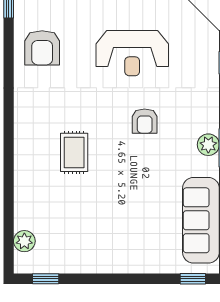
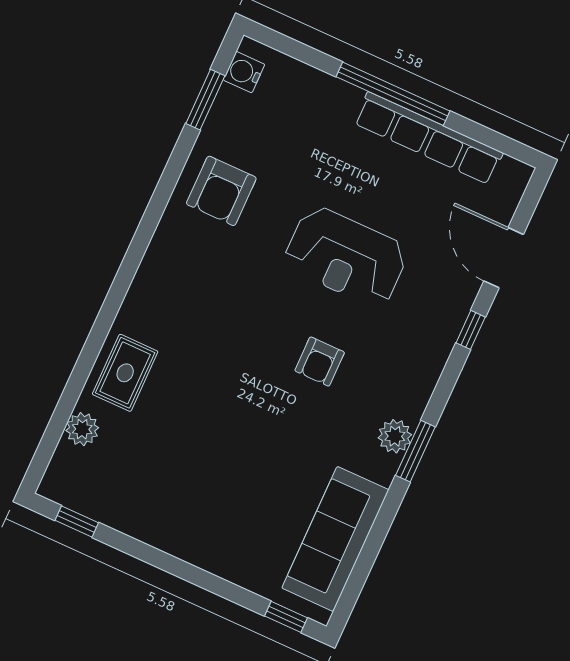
rug: (74, 152) -> (125, 373), moved
plant: (24, 241) -> (82, 429), moved

